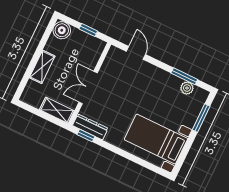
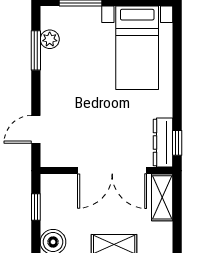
double door: (88, 87) -> (112, 171), width x1.37

